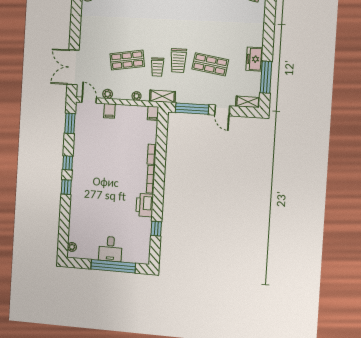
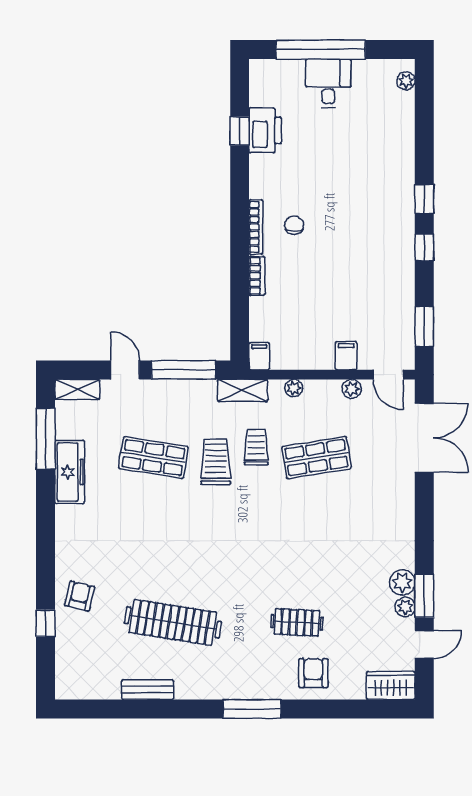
freezer: (254, 59) -> (70, 472), width x1.40
chair: (132, 179) -> (294, 225), added
printer: (145, 205) -> (265, 130), moved

